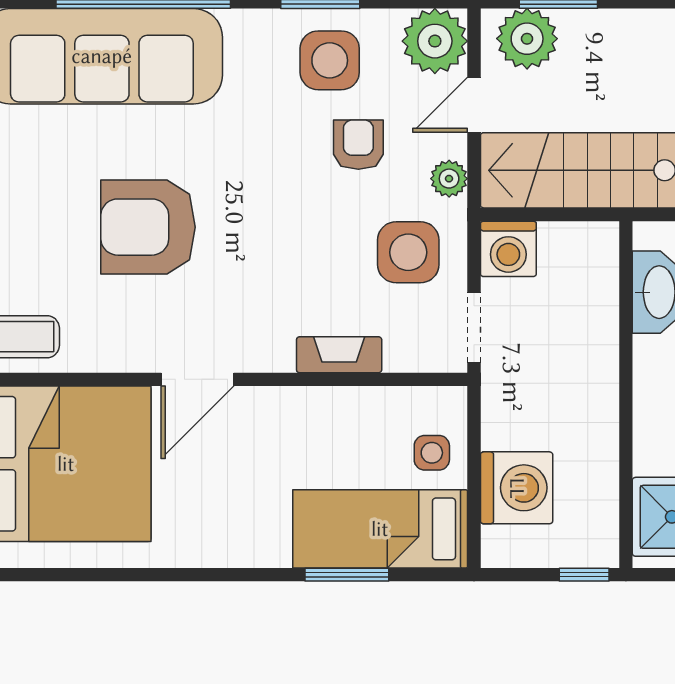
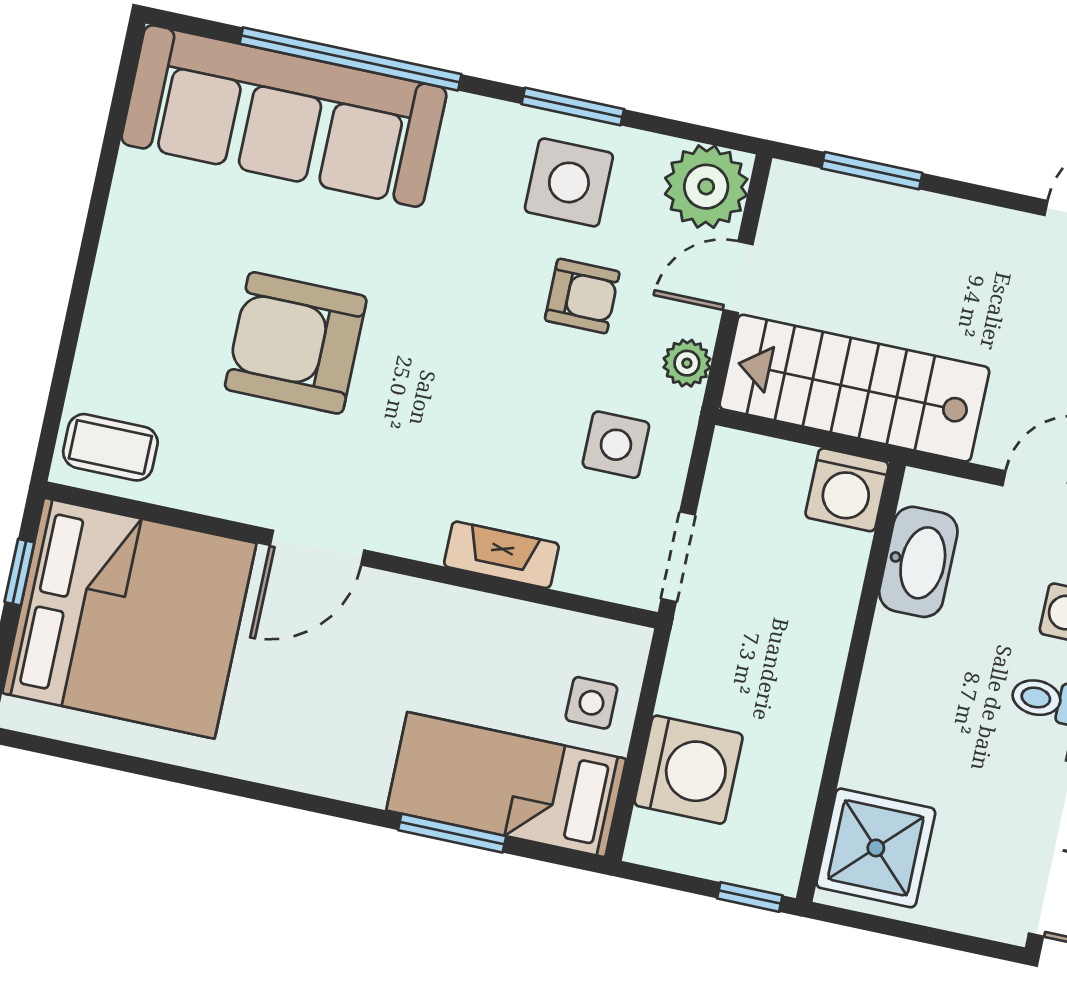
plant: (527, 39) -> (823, 208), removed
armchair: (358, 145) -> (582, 296), turned 90
washing machine: (508, 249) -> (847, 490), moved
side table: (408, 252) -> (616, 445), width x0.73, depth x0.73

